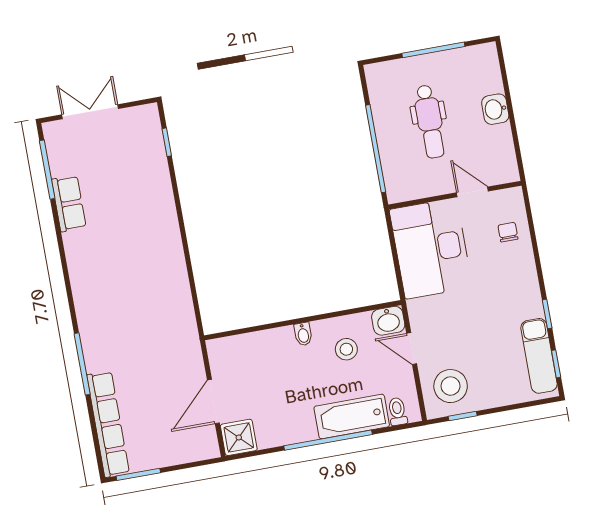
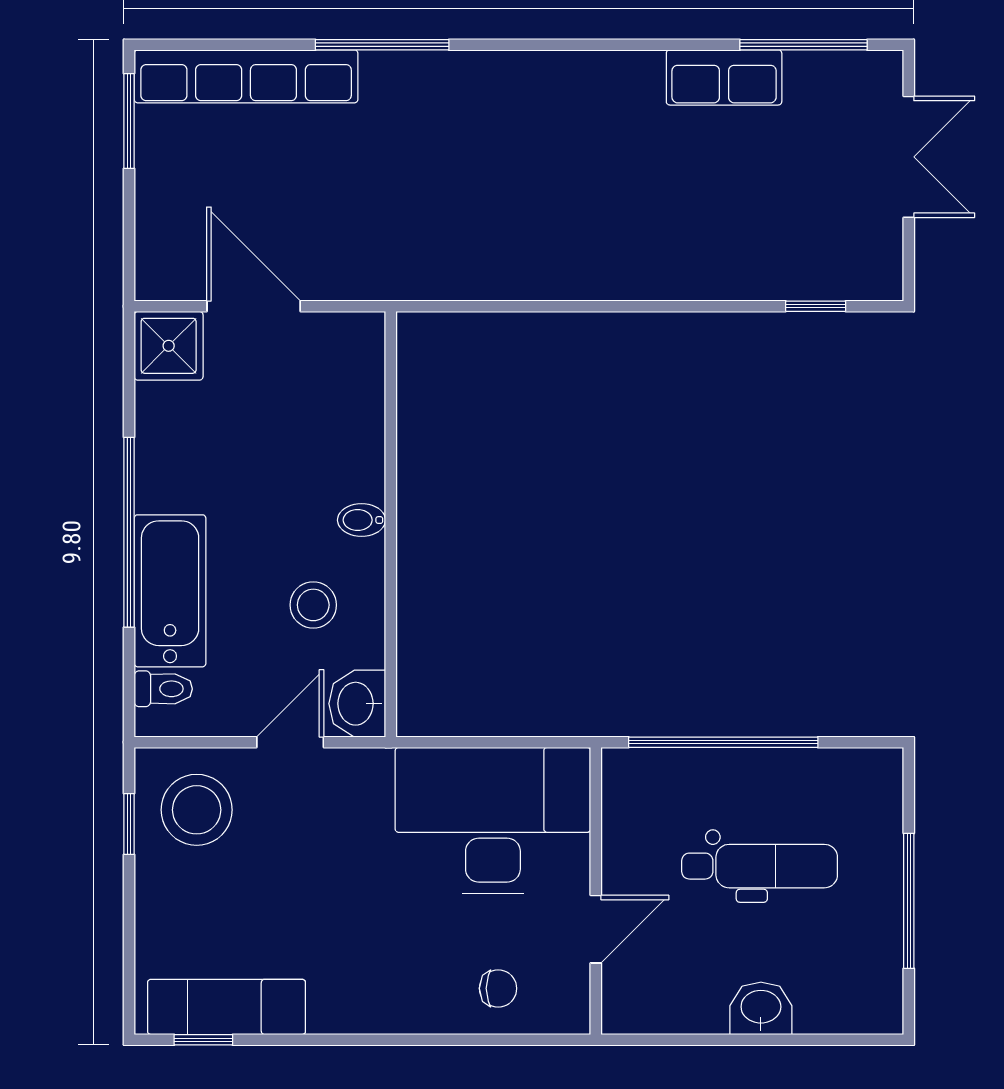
dental chair: (430, 122) -> (760, 866), turned 180
window: (547, 314) -> (311, 1040), removed

